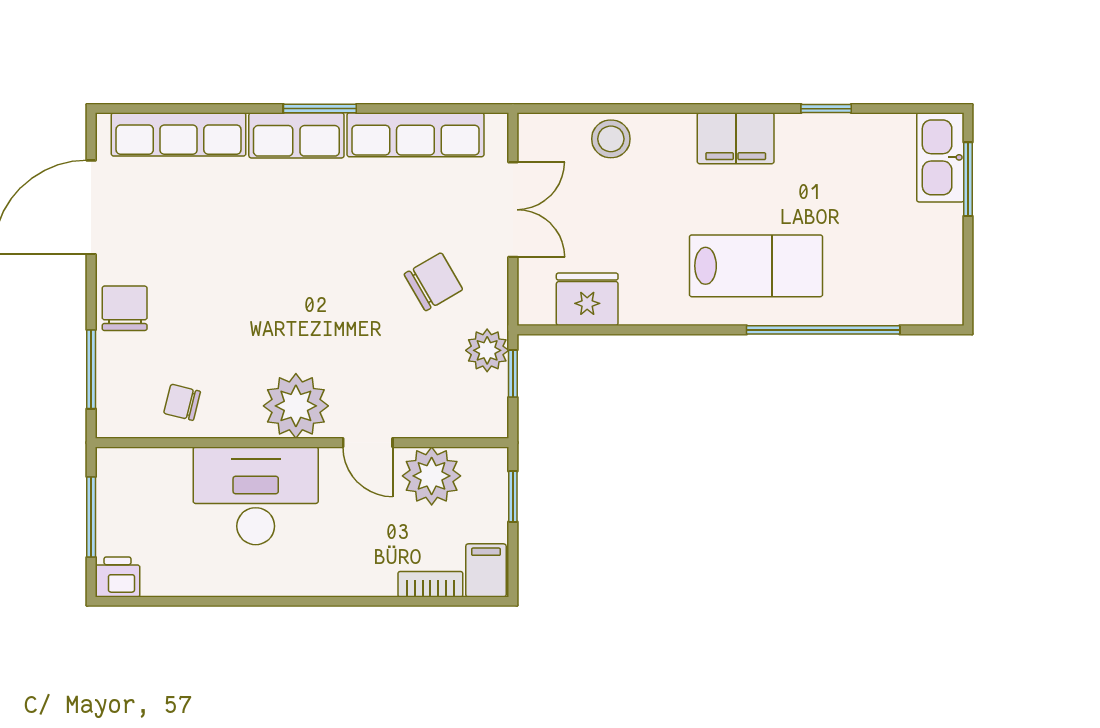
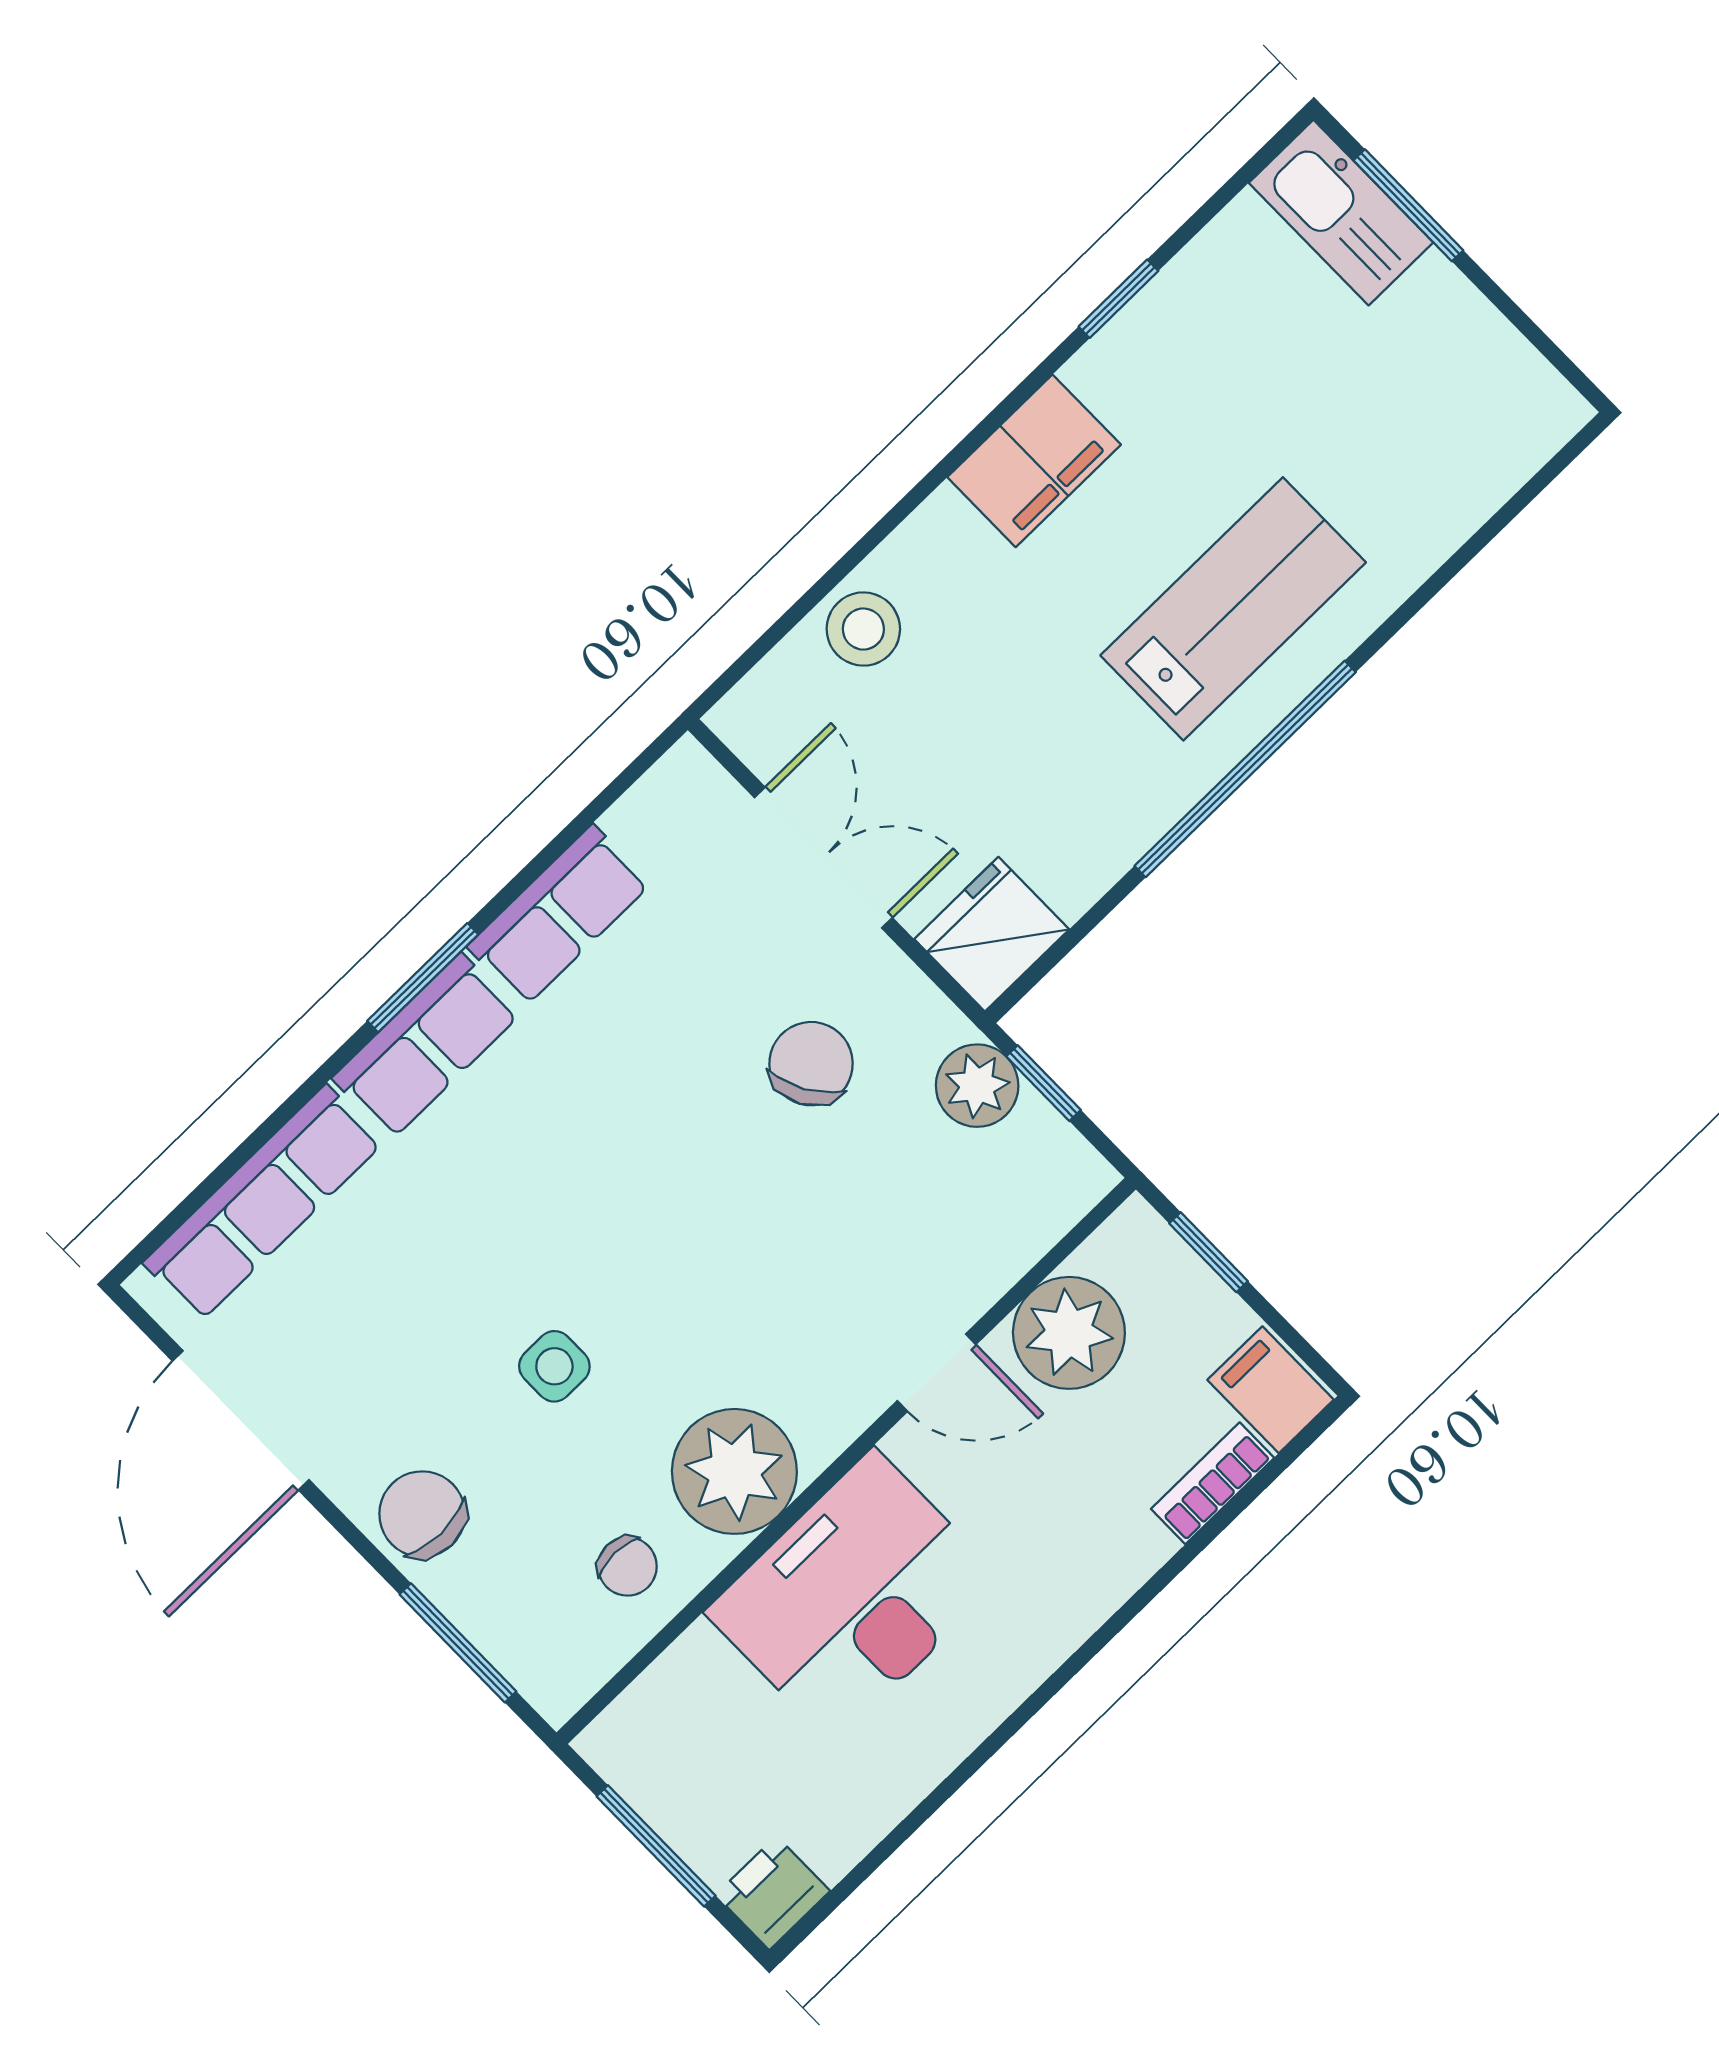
row of seats: (415, 135) -> (559, 915), width x0.68
fridge: (587, 299) -> (992, 934), moved
side table: (228, 301) -> (554, 1366), added
window: (823, 330) -> (1245, 769), moved
chair: (182, 402) -> (627, 1566), turned -104
plant: (296, 406) -> (734, 1471), moved

